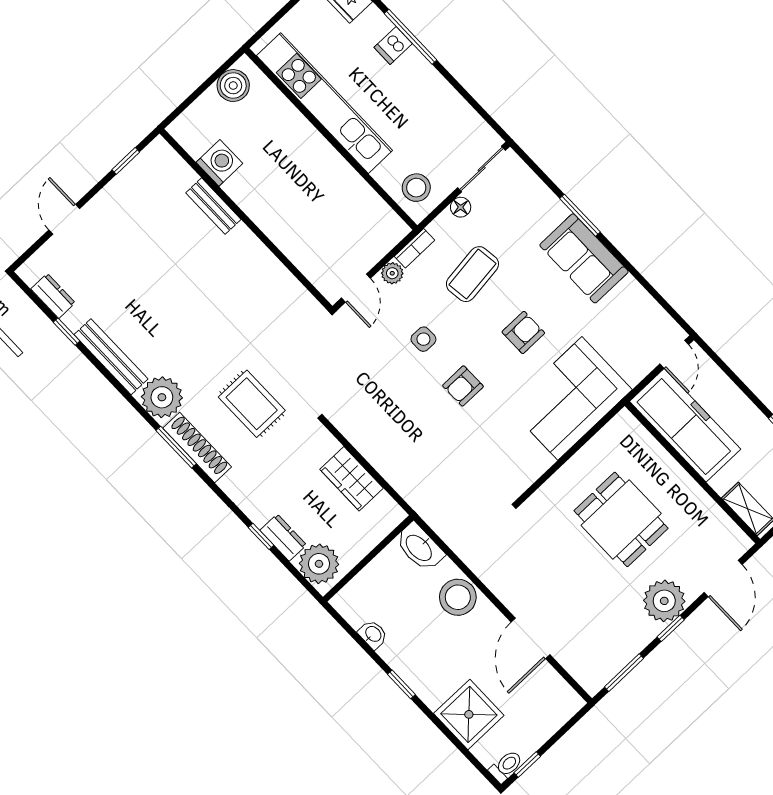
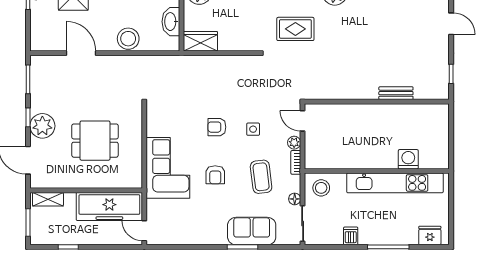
dishwasher: (393, 45) -> (351, 236), moved
boiler: (233, 86) -> (440, 151), removed
washing machine: (219, 163) -> (408, 159), moved, turned 180
sofa: (584, 258) -> (252, 231), moved
armchair: (463, 386) -> (217, 127), turned -90
wardrobe: (352, 479) -> (200, 41), moved
washbasin: (419, 547) -> (171, 22), moved, turned -90

